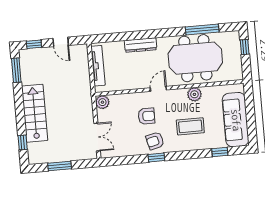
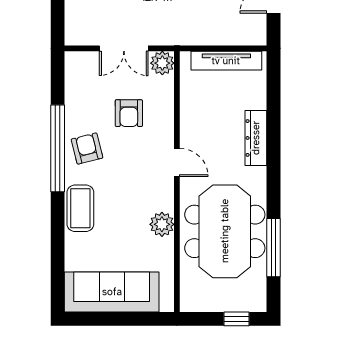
armchair: (146, 116) -> (129, 113), moved
coffee table: (190, 126) -> (80, 208), moved
double door: (97, 137) -> (124, 48), moved
window: (220, 152) -> (58, 260), removed
window: (156, 158) -> (58, 148), width x3.17

